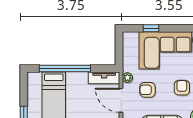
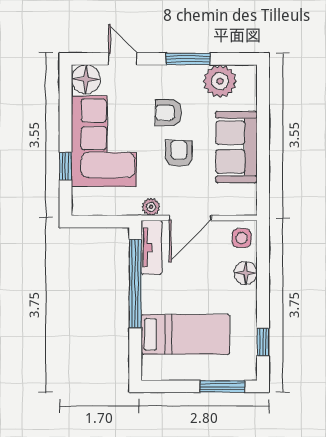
window: (65, 69) -> (135, 283), moved
armchair: (147, 90) -> (179, 153), moved, turned 180

